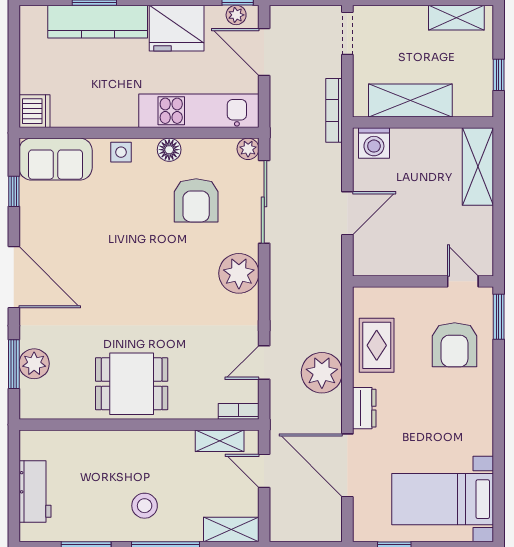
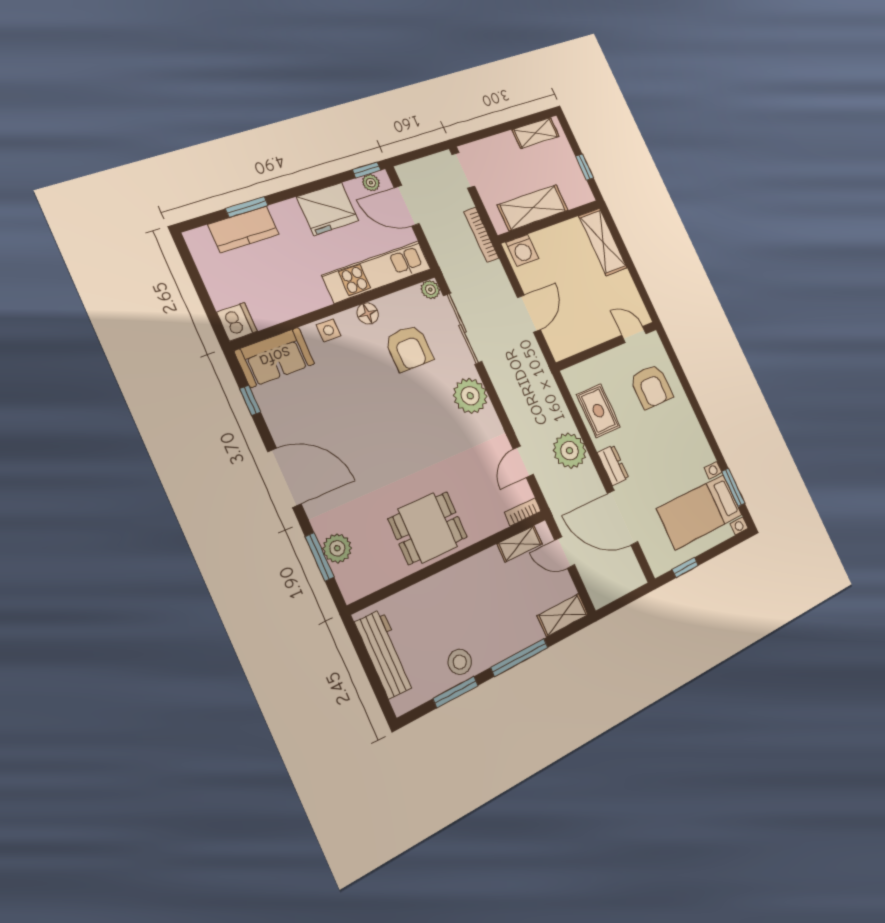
kitchen counter: (98, 22) -> (244, 229), width x0.67
window: (499, 317) -> (733, 487), moved
workbench: (35, 492) -> (385, 654), width x1.38
stool: (145, 506) -> (460, 662), moved

